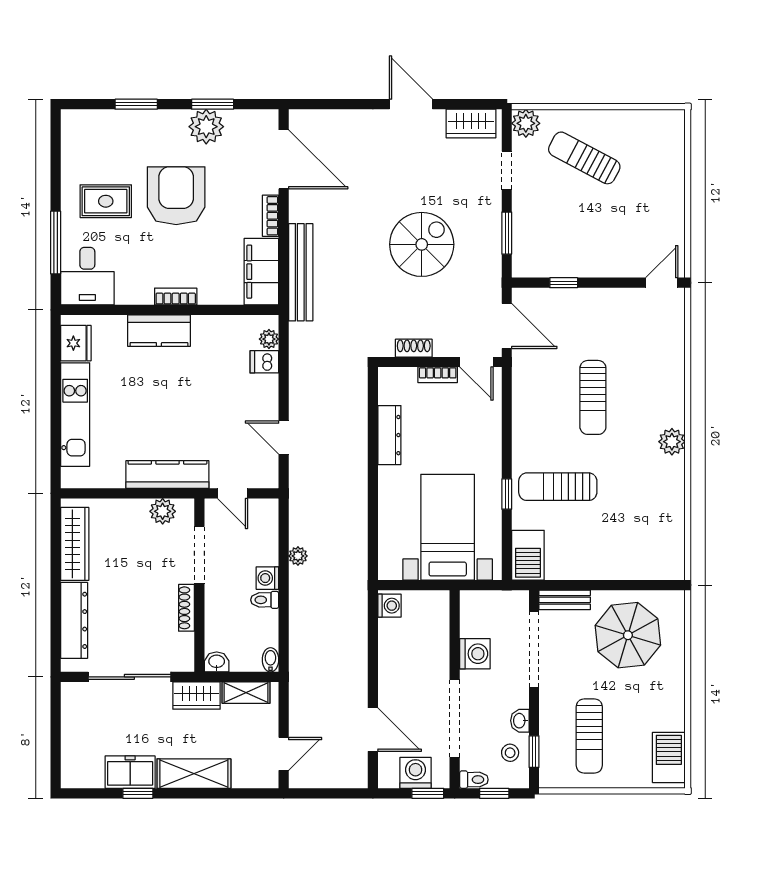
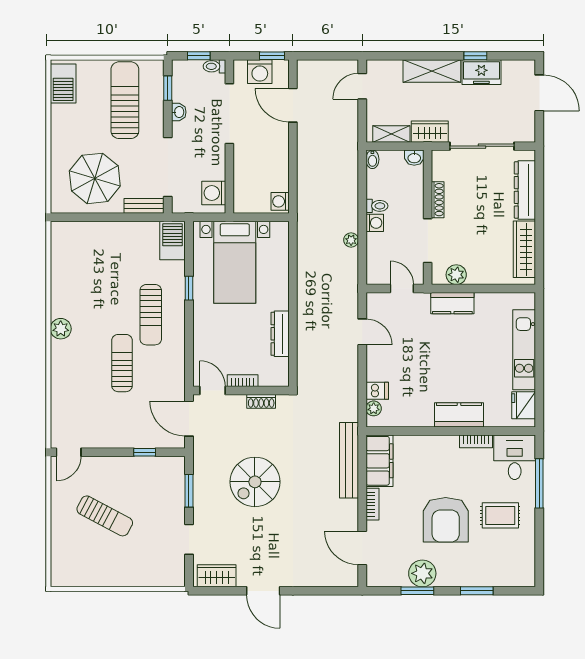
plant: (526, 123) -> (174, 576), removed
sun lounger: (584, 158) -> (105, 516), moved
door: (284, 159) -> (362, 548), width x0.73
bookcase: (176, 297) -> (476, 441), moved
kitchen counter: (167, 475) -> (452, 303), width x0.67
sun lounger: (558, 487) -> (151, 315), moved, turned 90
washing machine: (475, 654) -> (214, 193), moved
sun lounger: (589, 736) -> (125, 100), width x1.36, depth x1.34
door: (56, 745) -> (539, 93), added
stool: (510, 753) -> (186, 87), removed
window: (428, 793) -> (272, 56), moved

